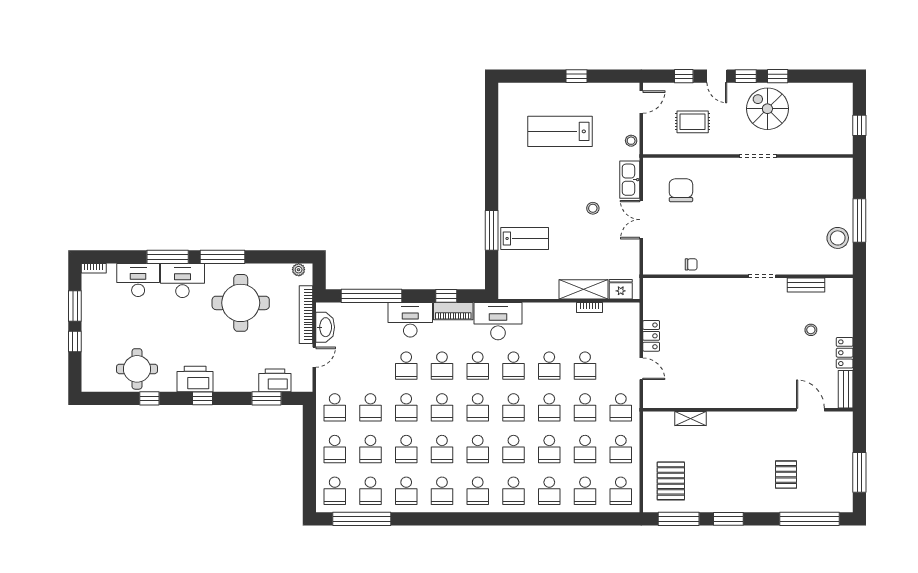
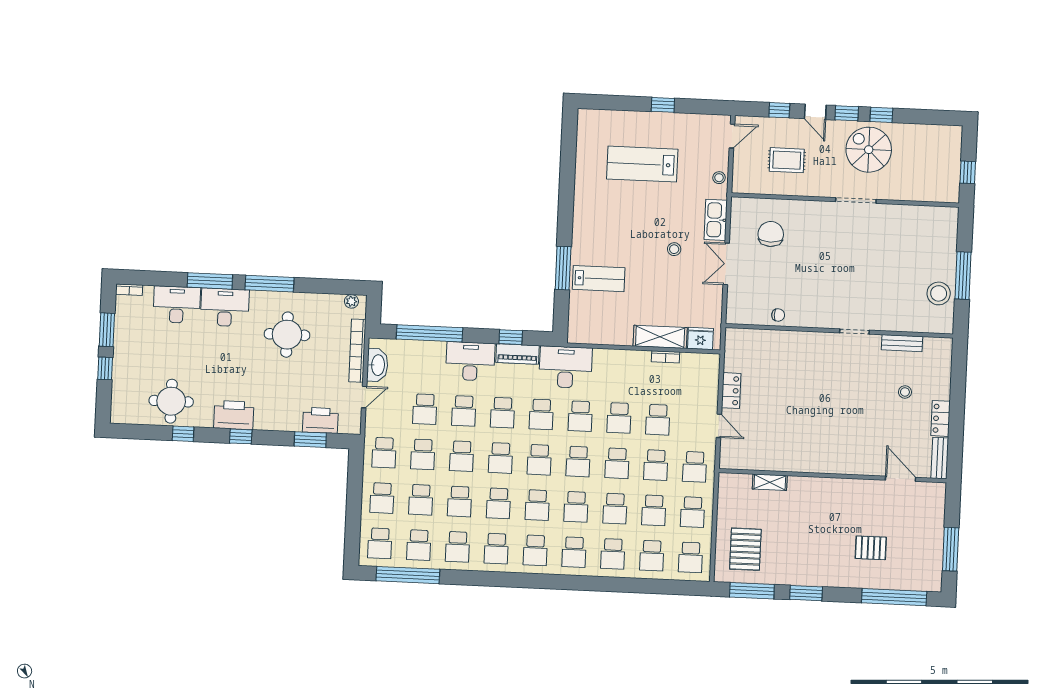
round table: (241, 303) -> (287, 335), width x0.73, depth x0.73
school desk: (370, 366) -> (425, 409), added
pallet: (786, 475) -> (871, 548), turned 90

